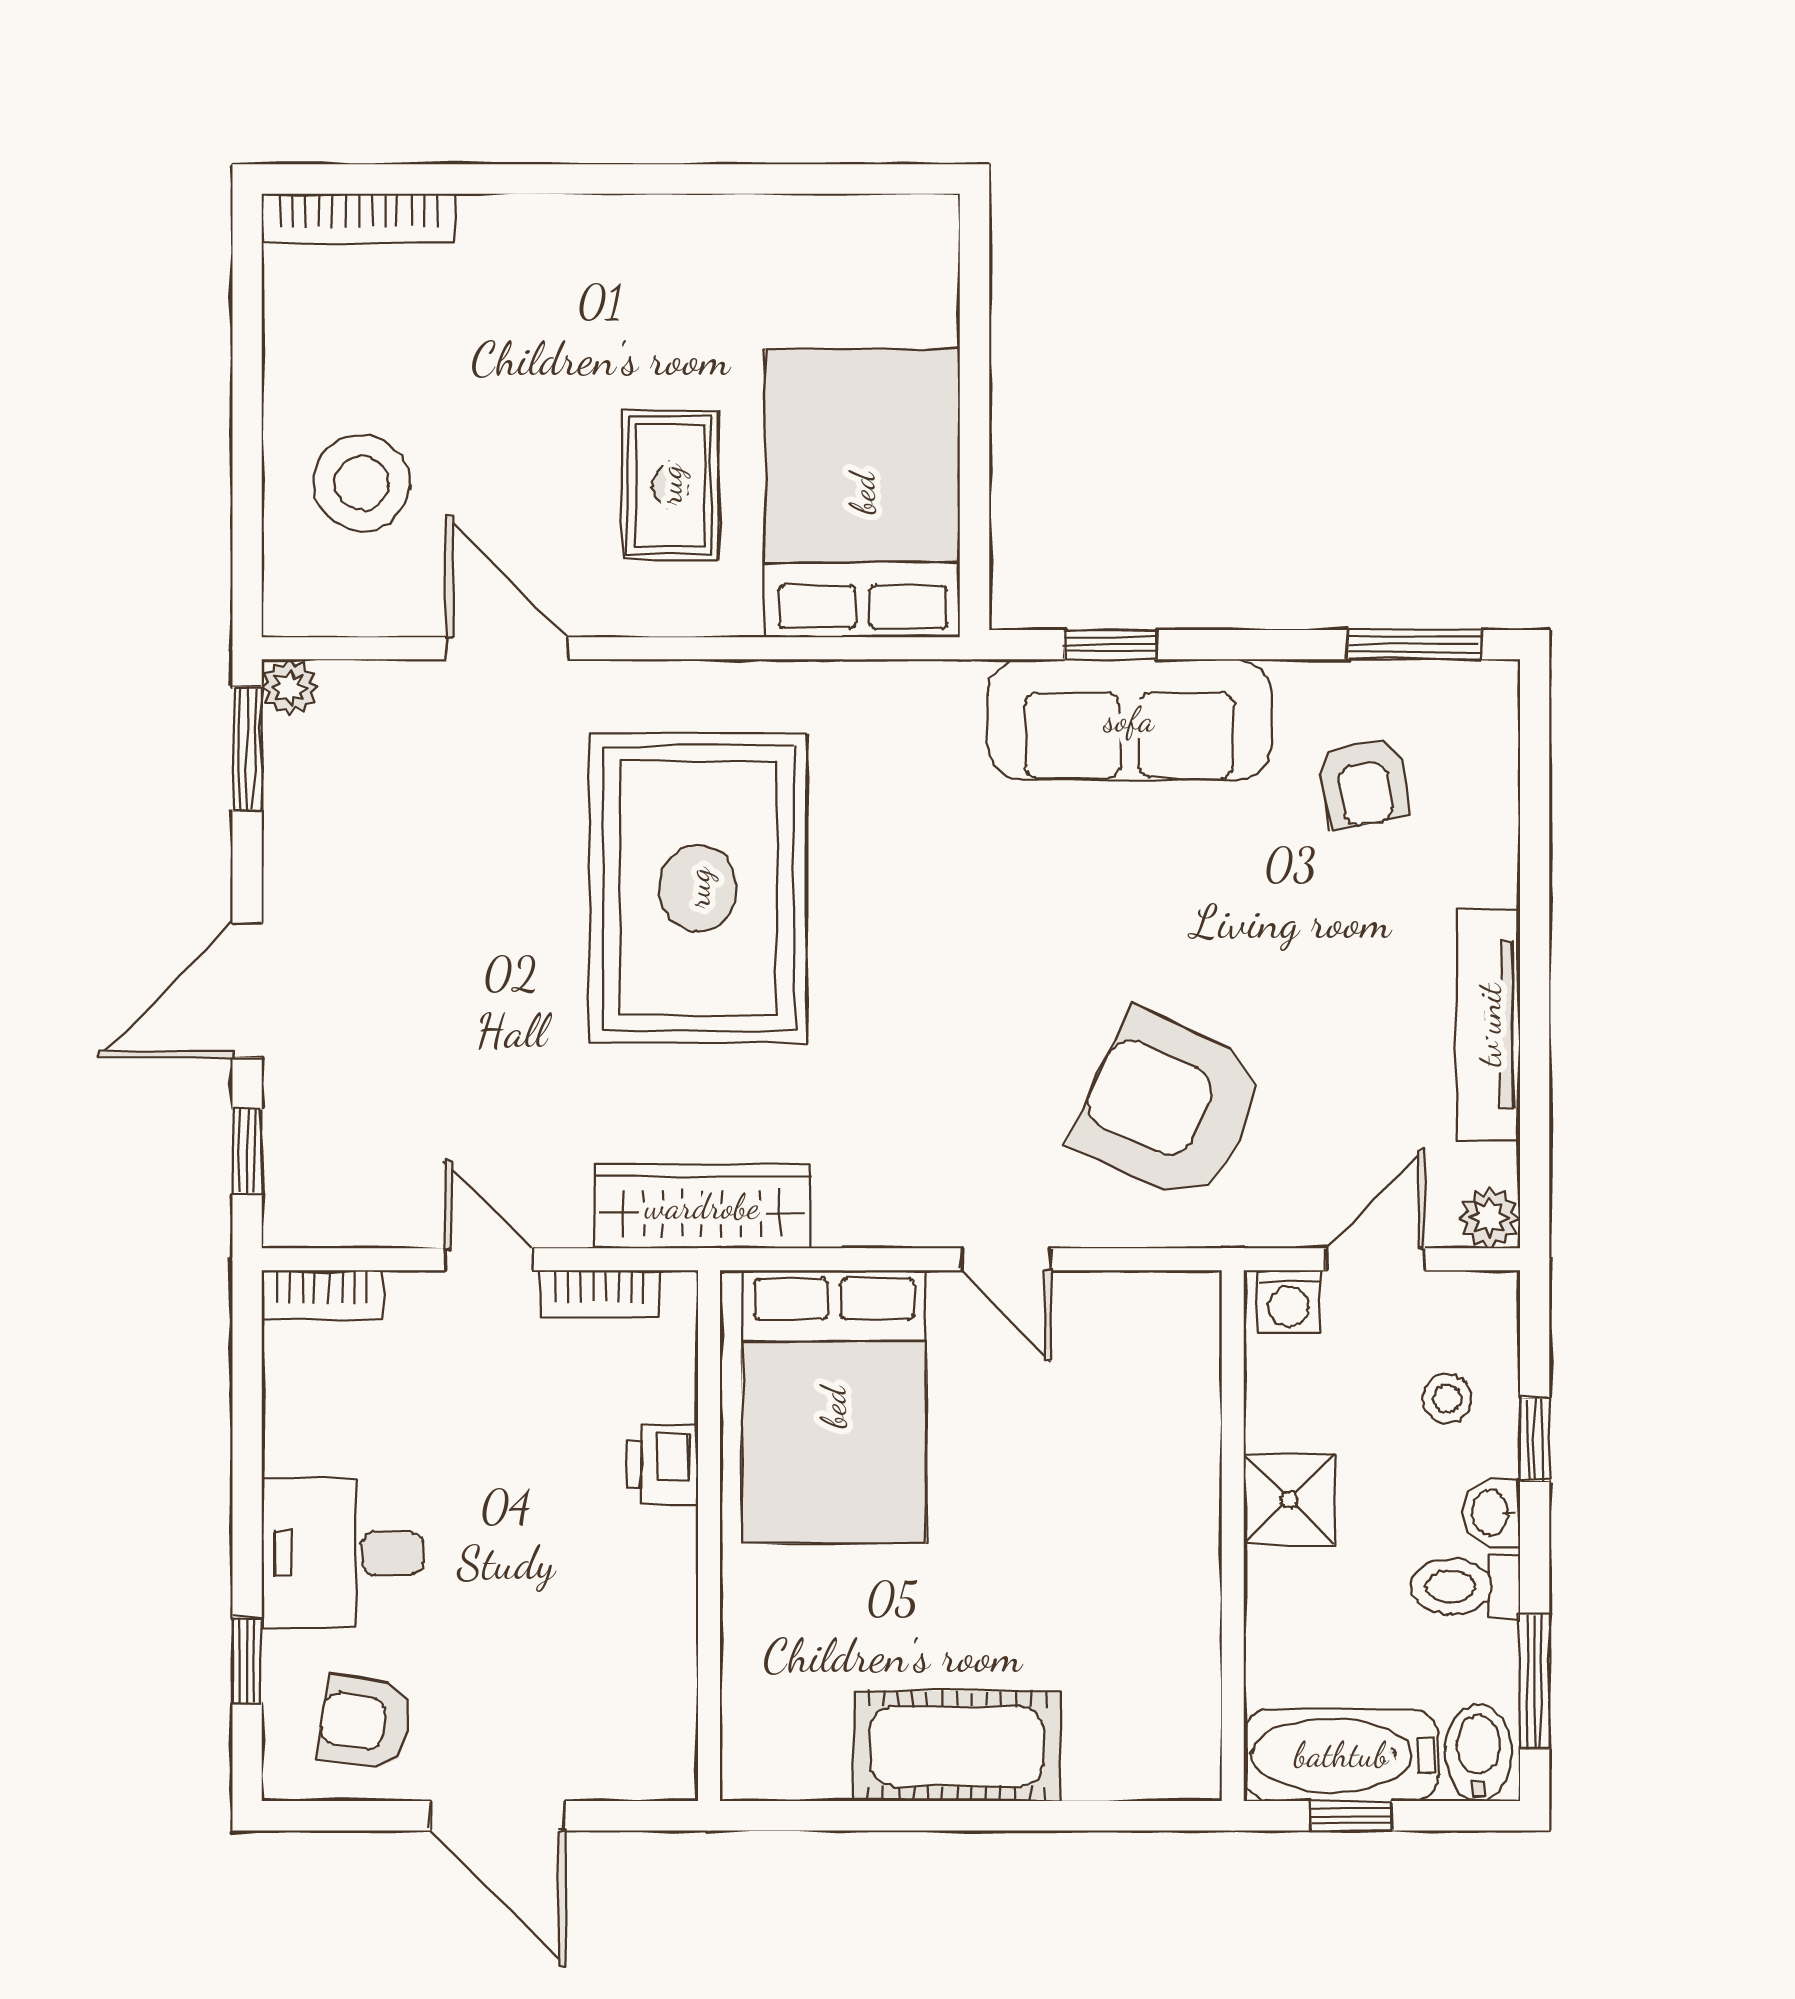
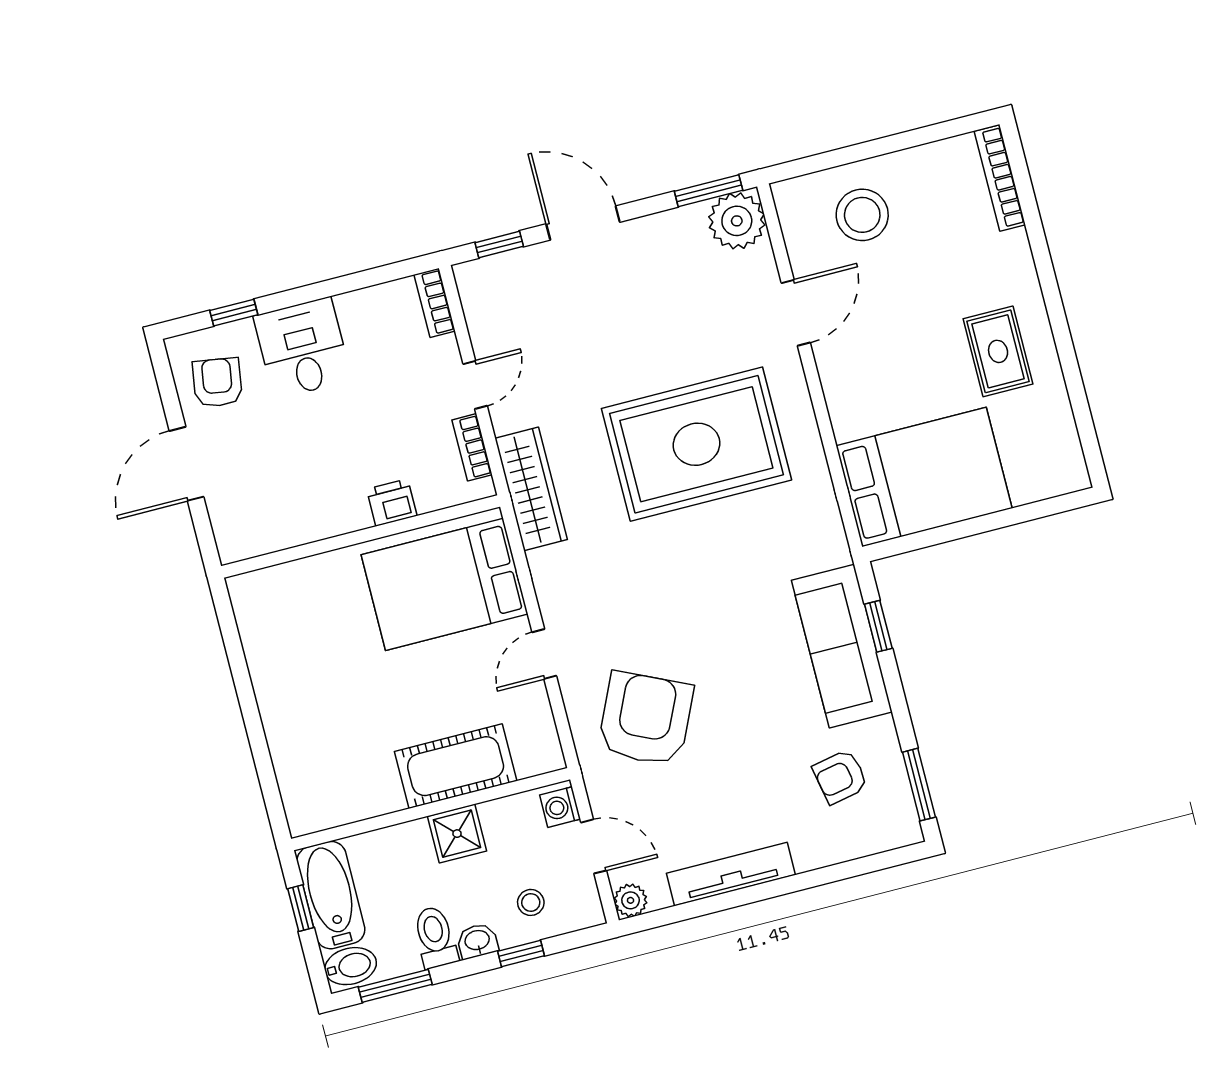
rug: (670, 485) -> (998, 351), moved, turned 90
plant: (290, 687) -> (737, 221), width x1.88, depth x1.88
cot: (957, 1746) -> (456, 766), moved, turned 90

